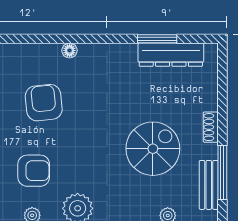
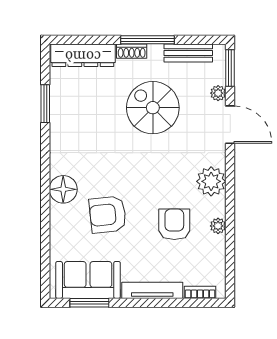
floor lamp: (70, 50) -> (63, 189), width x1.89, depth x1.89
dresser: (171, 55) -> (83, 55), moved, turned 90
window: (222, 172) -> (147, 40), moved

